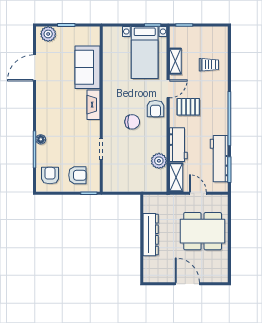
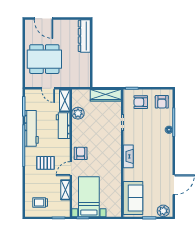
trolley: (209, 65) -> (40, 203), moved
sofa: (88, 67) -> (133, 198), moved
pallet: (188, 107) -> (46, 163), moved
chair: (132, 122) -> (99, 143), removed
workbench: (219, 159) -> (32, 128), moved
wardrobe: (123, 184) -> (106, 95), added
dresser: (151, 235) -> (84, 36), moved
door: (187, 284) -> (43, 19), moved

